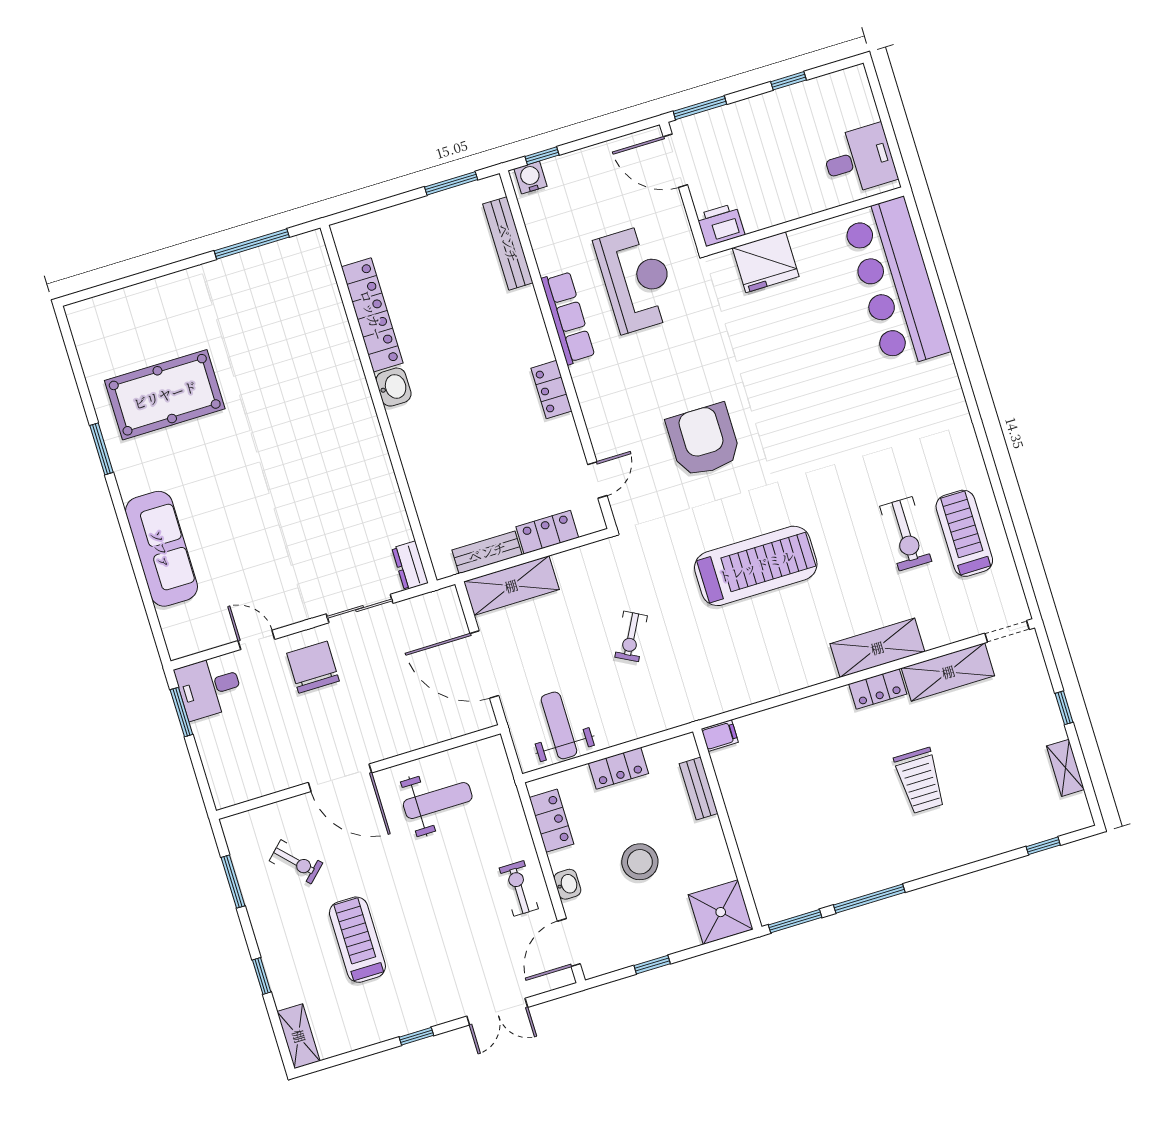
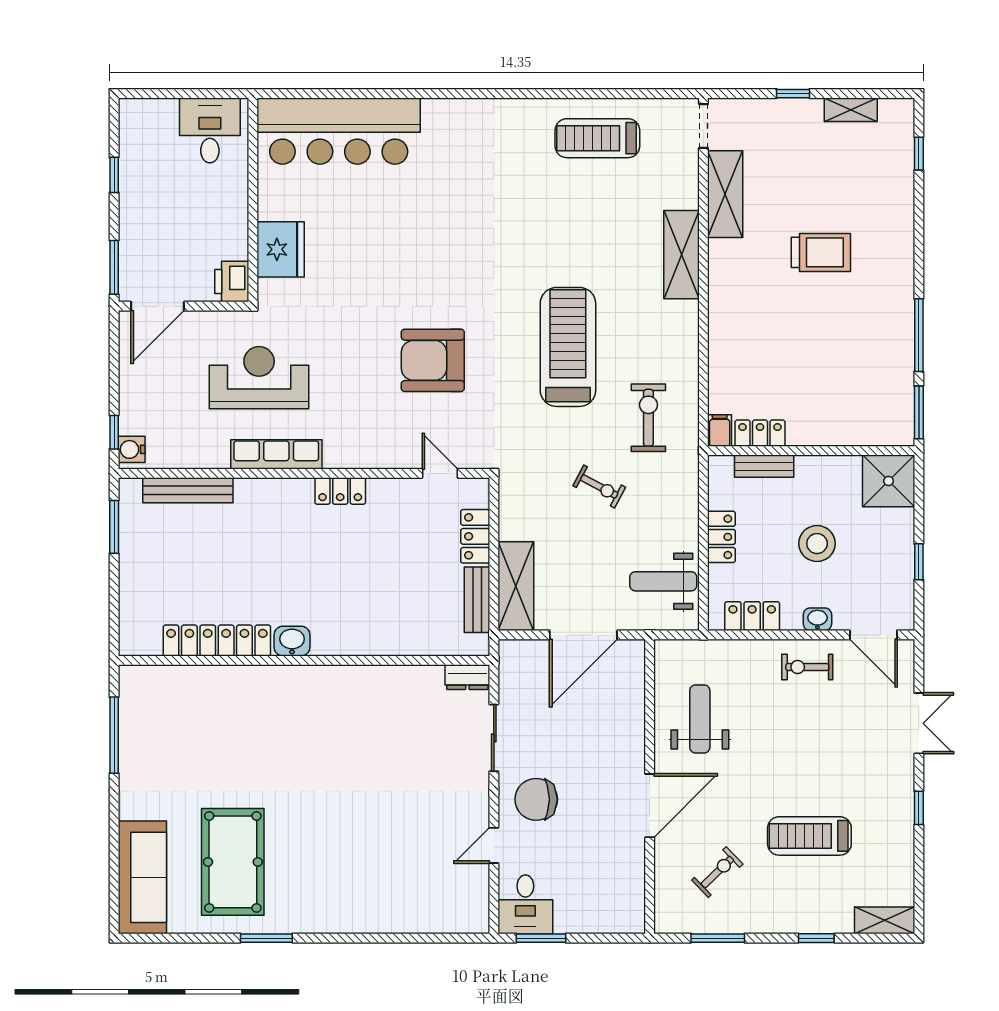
exercise bike: (906, 534) -> (648, 418), moved, turned -90
sofa: (161, 549) -> (142, 877), moved, turned 90
locker: (878, 689) -> (760, 433), moved, turned -90

